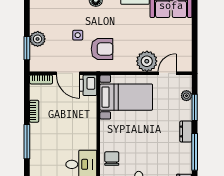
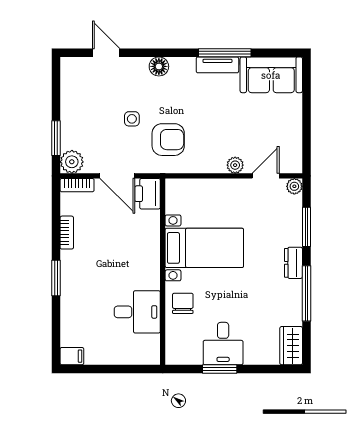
plant: (38, 39) -> (72, 162), moved
plant: (147, 61) -> (235, 165), width x0.53, depth x0.53
plant: (186, 96) -> (294, 186), moved
bed with nightstands: (126, 97) -> (204, 248), moved
window: (27, 142) -> (56, 278), width x0.69

